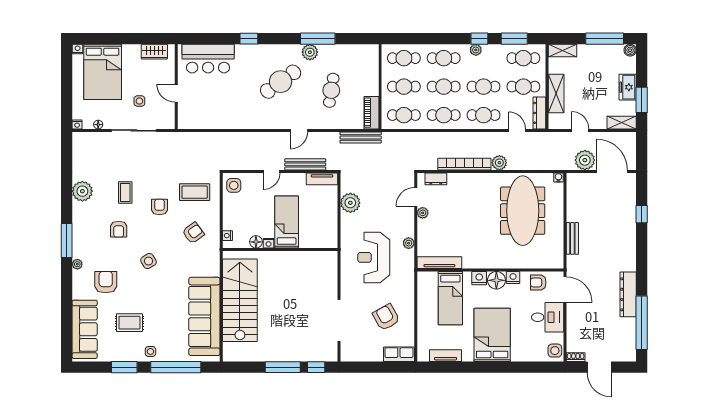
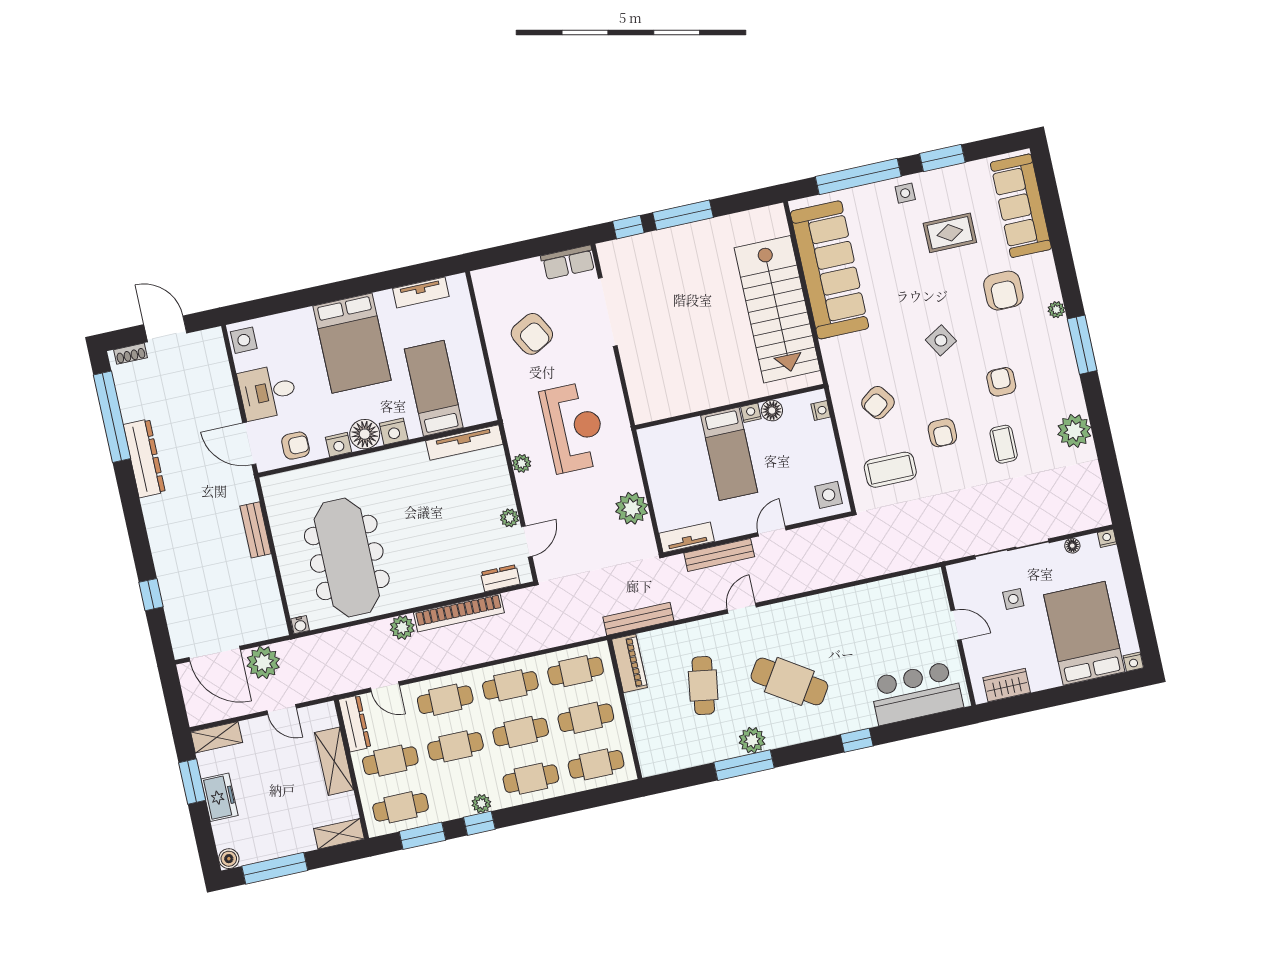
cafe table: (281, 82) -> (789, 681), turned 69
row of seats: (399, 354) -> (568, 262), moved
shoe rack: (576, 357) -> (131, 354), moved

